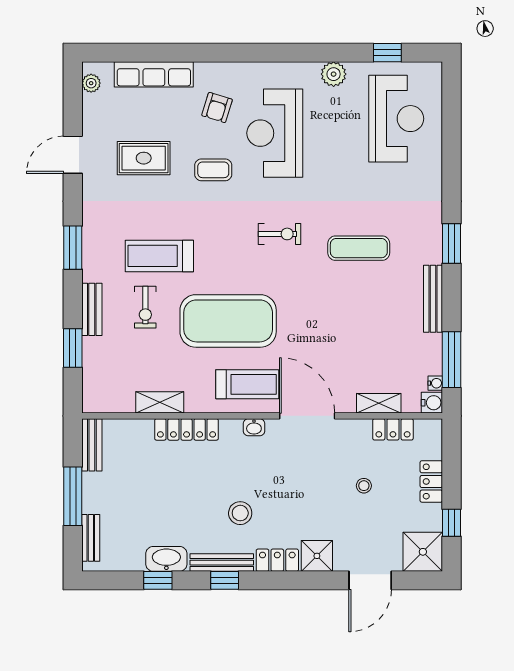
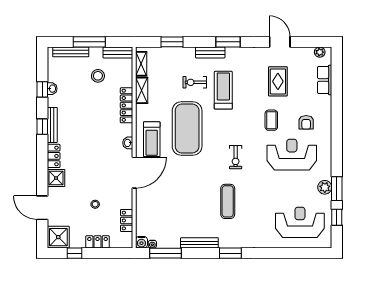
window: (336, 53) -> (337, 189), added
row of seats: (154, 74) -> (325, 80), width x0.68
armchair: (217, 107) -> (306, 122), turned -107
reception desk: (396, 119) -> (300, 222), turned 180
bench: (92, 309) -> (210, 52), moved
shelving: (379, 403) -> (141, 64), moved
stool: (240, 513) -> (98, 76), moved
bench: (91, 538) -> (71, 52), width x1.36
washbasin: (166, 559) -> (52, 89), width x0.52, depth x0.69

